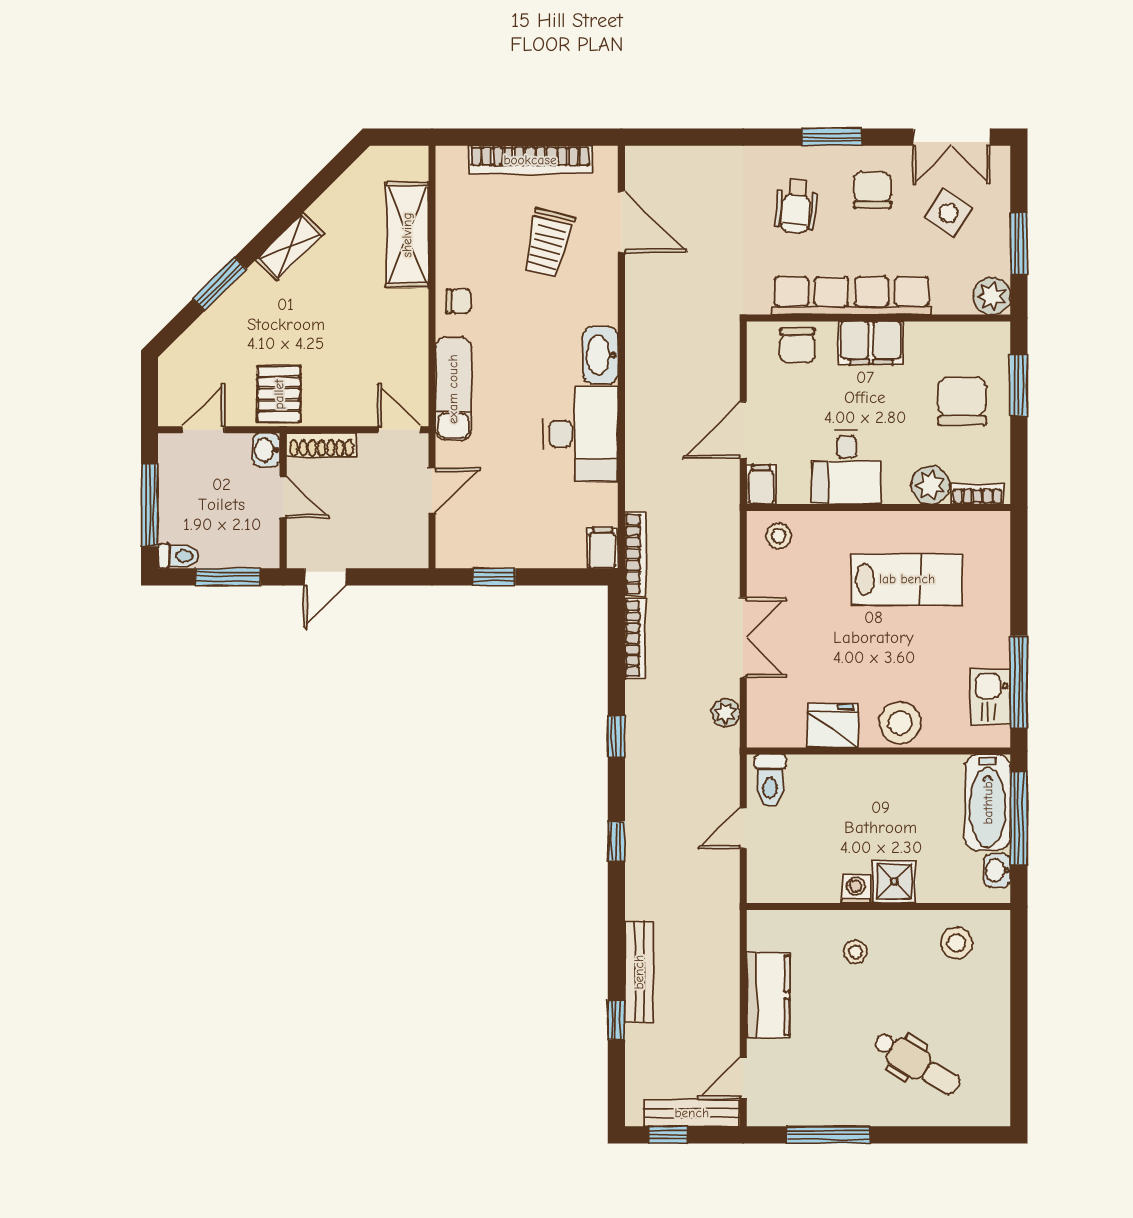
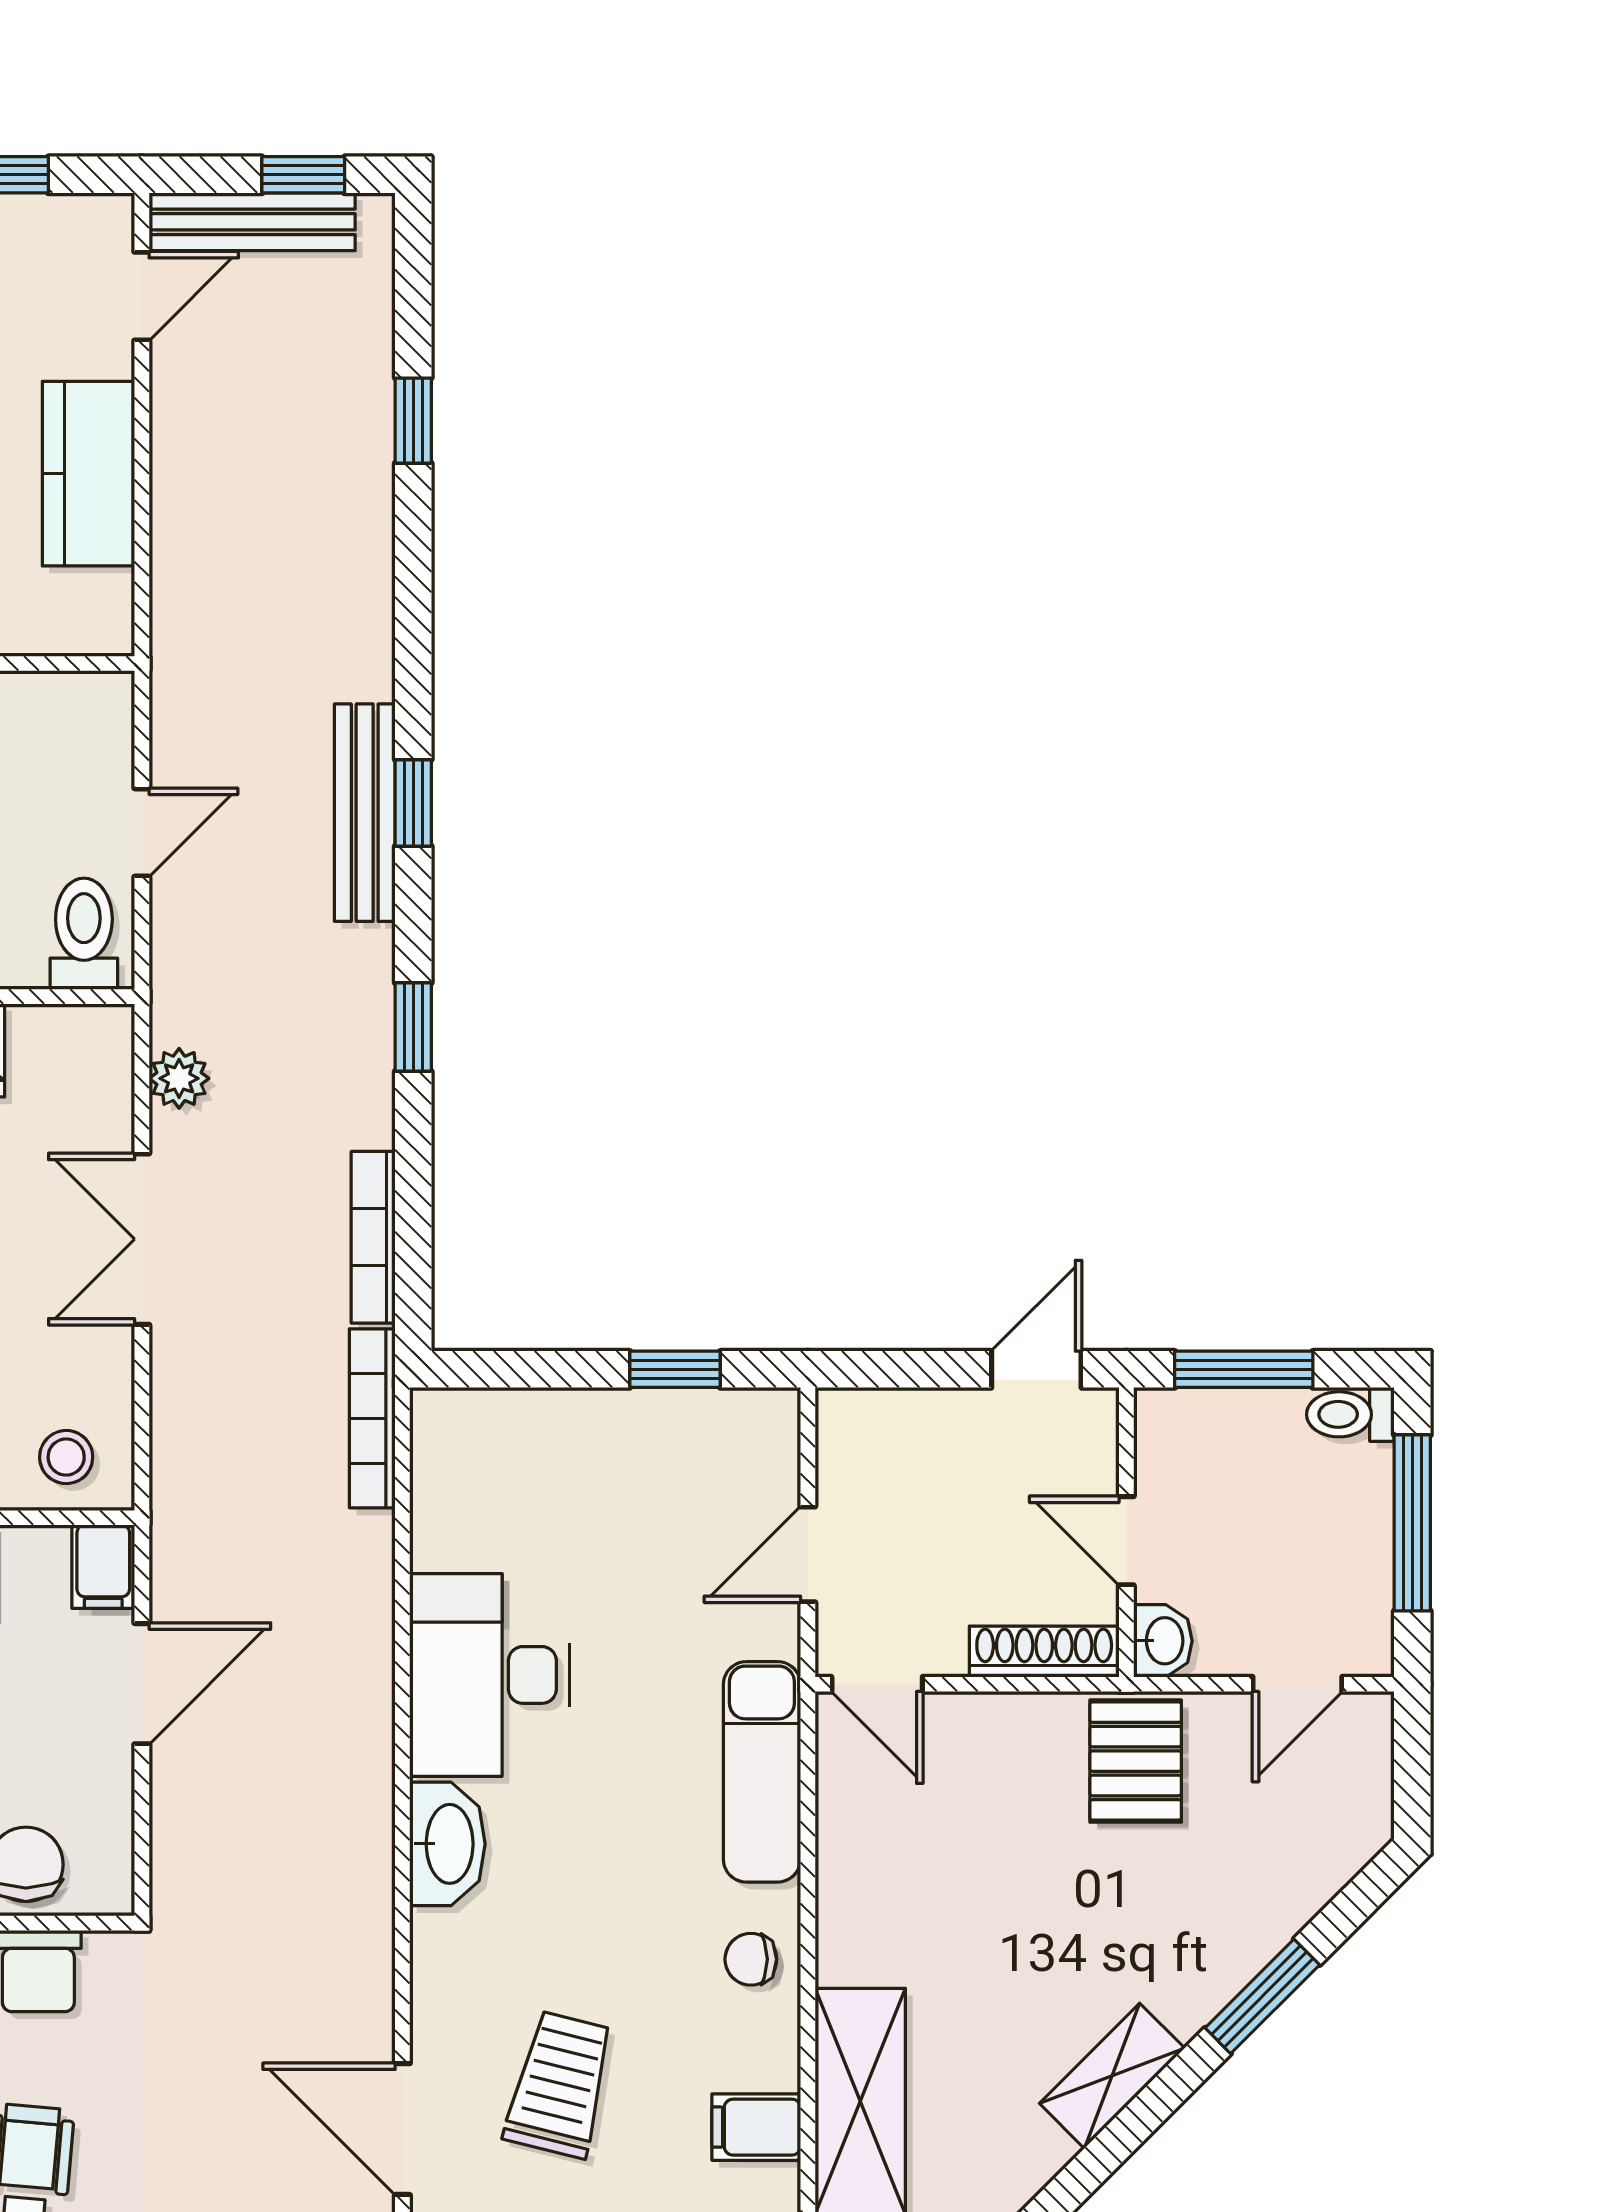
filing cabinet: (602, 548) -> (756, 2127), moved, turned 90
bench: (639, 972) -> (365, 813), moved

